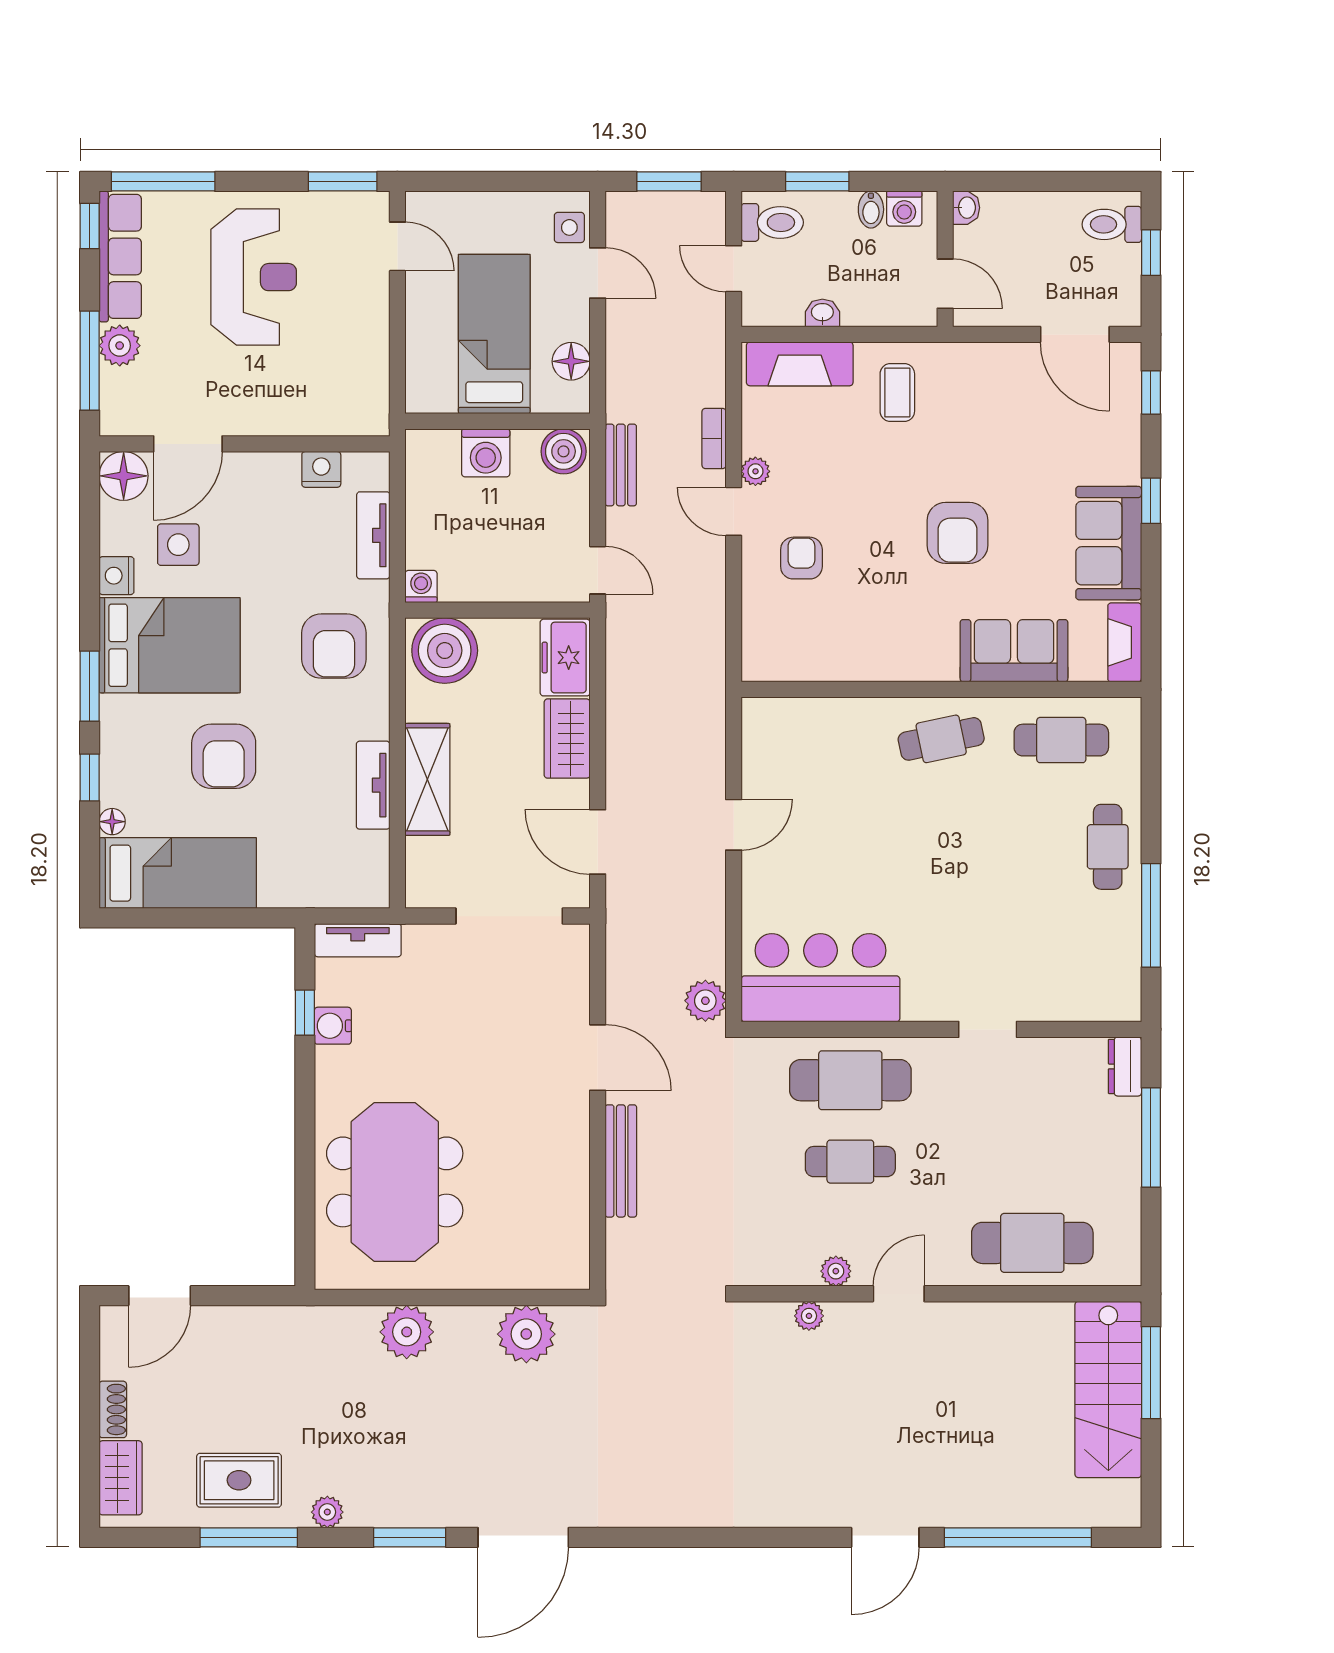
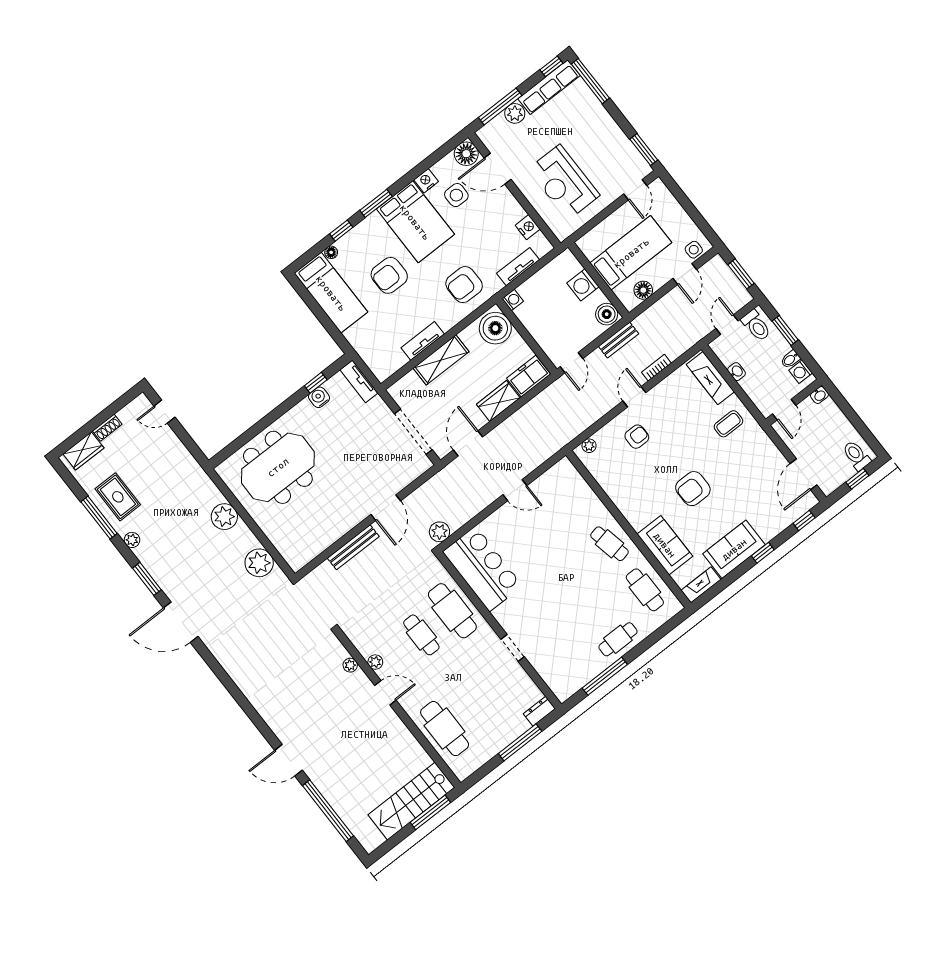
reception desk: (254, 277) -> (564, 182), moved, turned 90
plant: (755, 471) -> (589, 446), moved
door: (160, 1296) -> (165, 412), width x0.73

